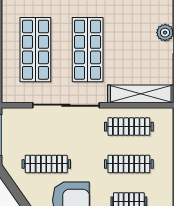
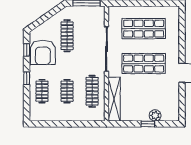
clothes rail: (129, 164) -> (67, 91), width x0.73

